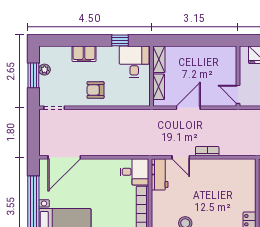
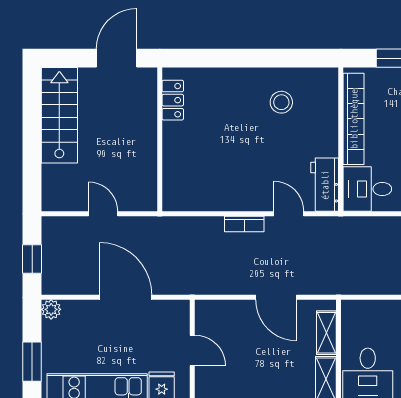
door: (238, 94) -> (192, 351), moved
door: (188, 108) -> (276, 297), hinge flipped

